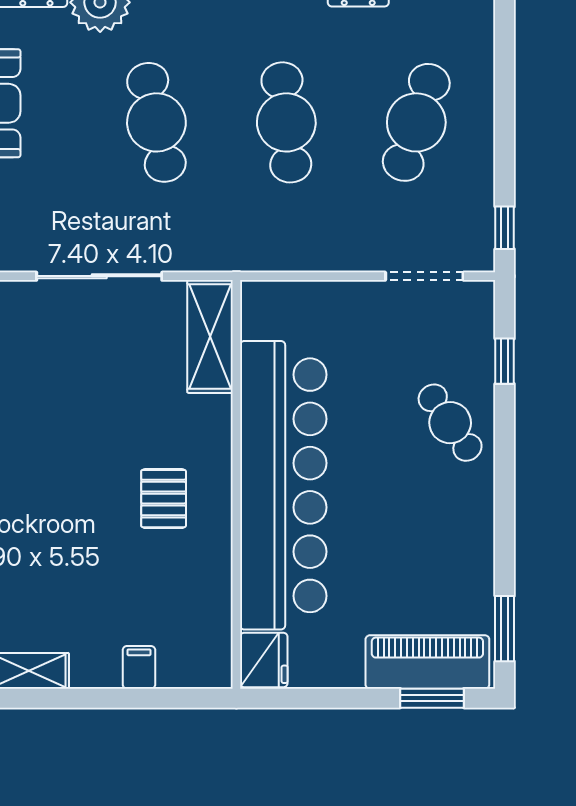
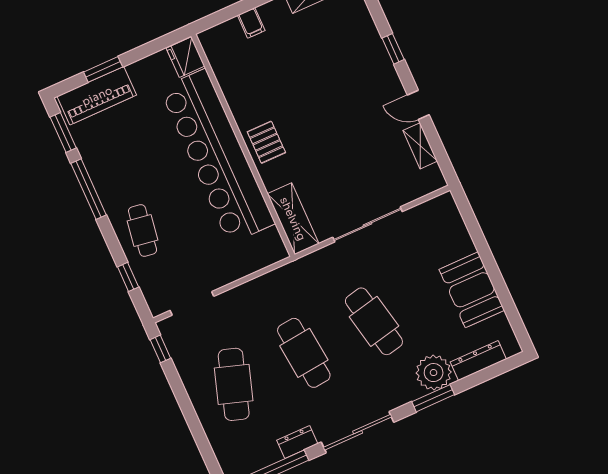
cafe table: (450, 423) -> (143, 230), turned 44
pallet: (164, 499) -> (266, 142), moved
window: (505, 524) -> (89, 189), added
window: (432, 698) -> (103, 69), moved

